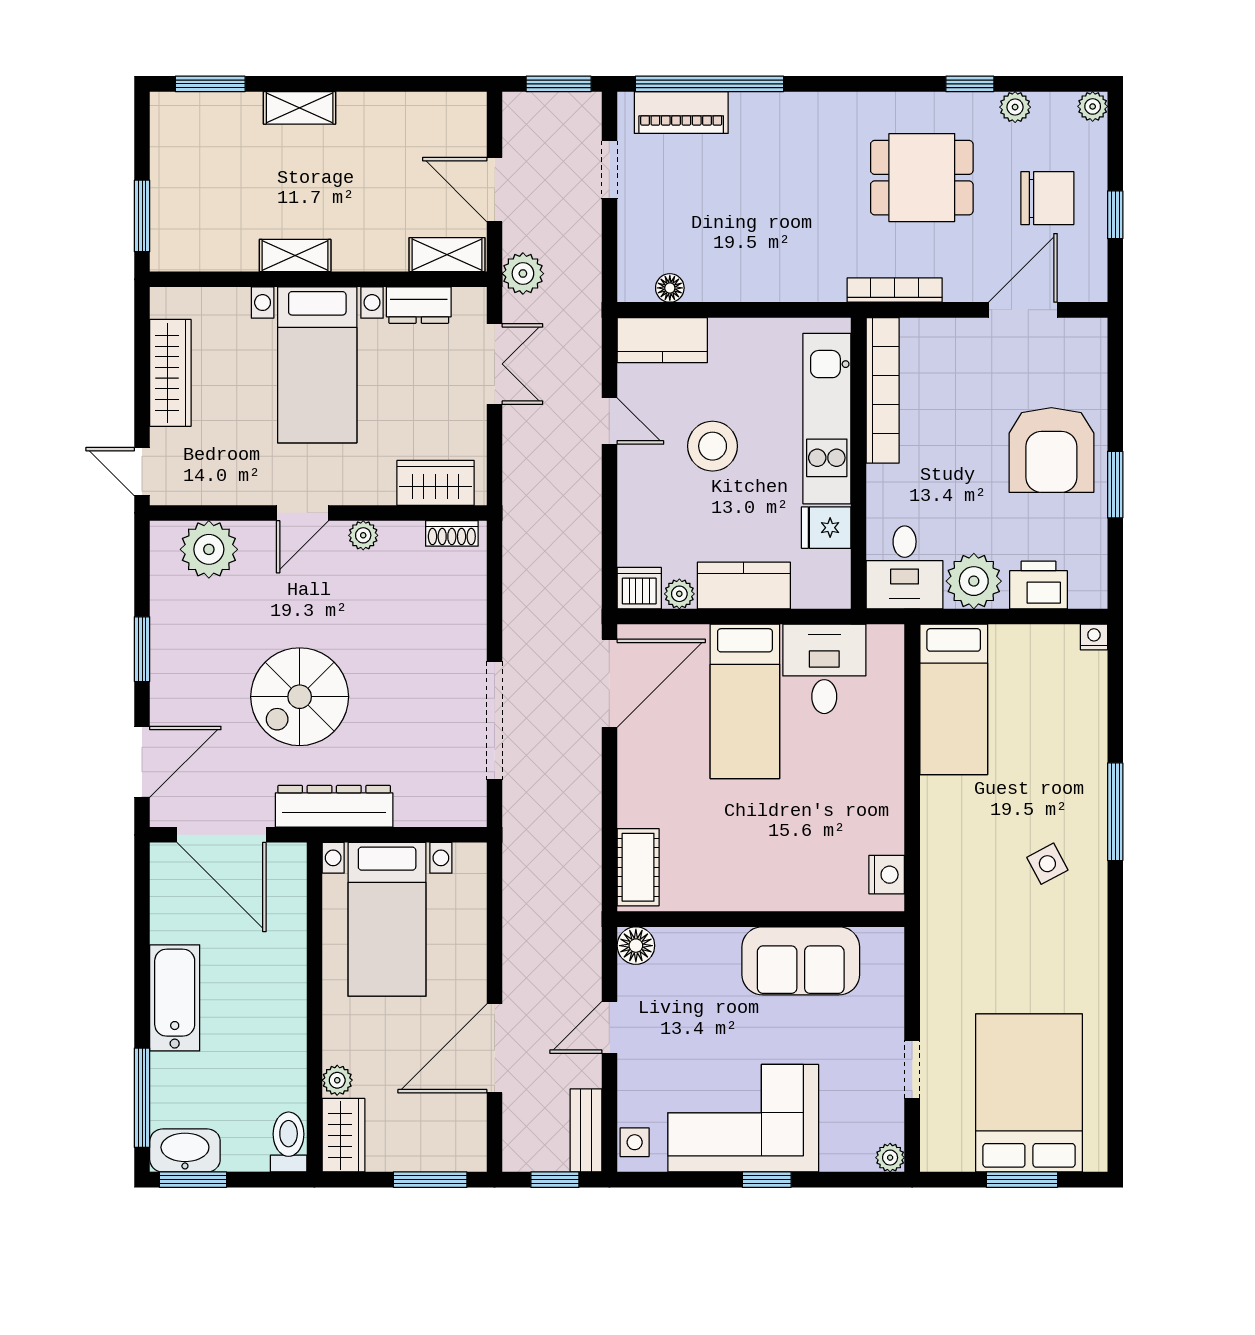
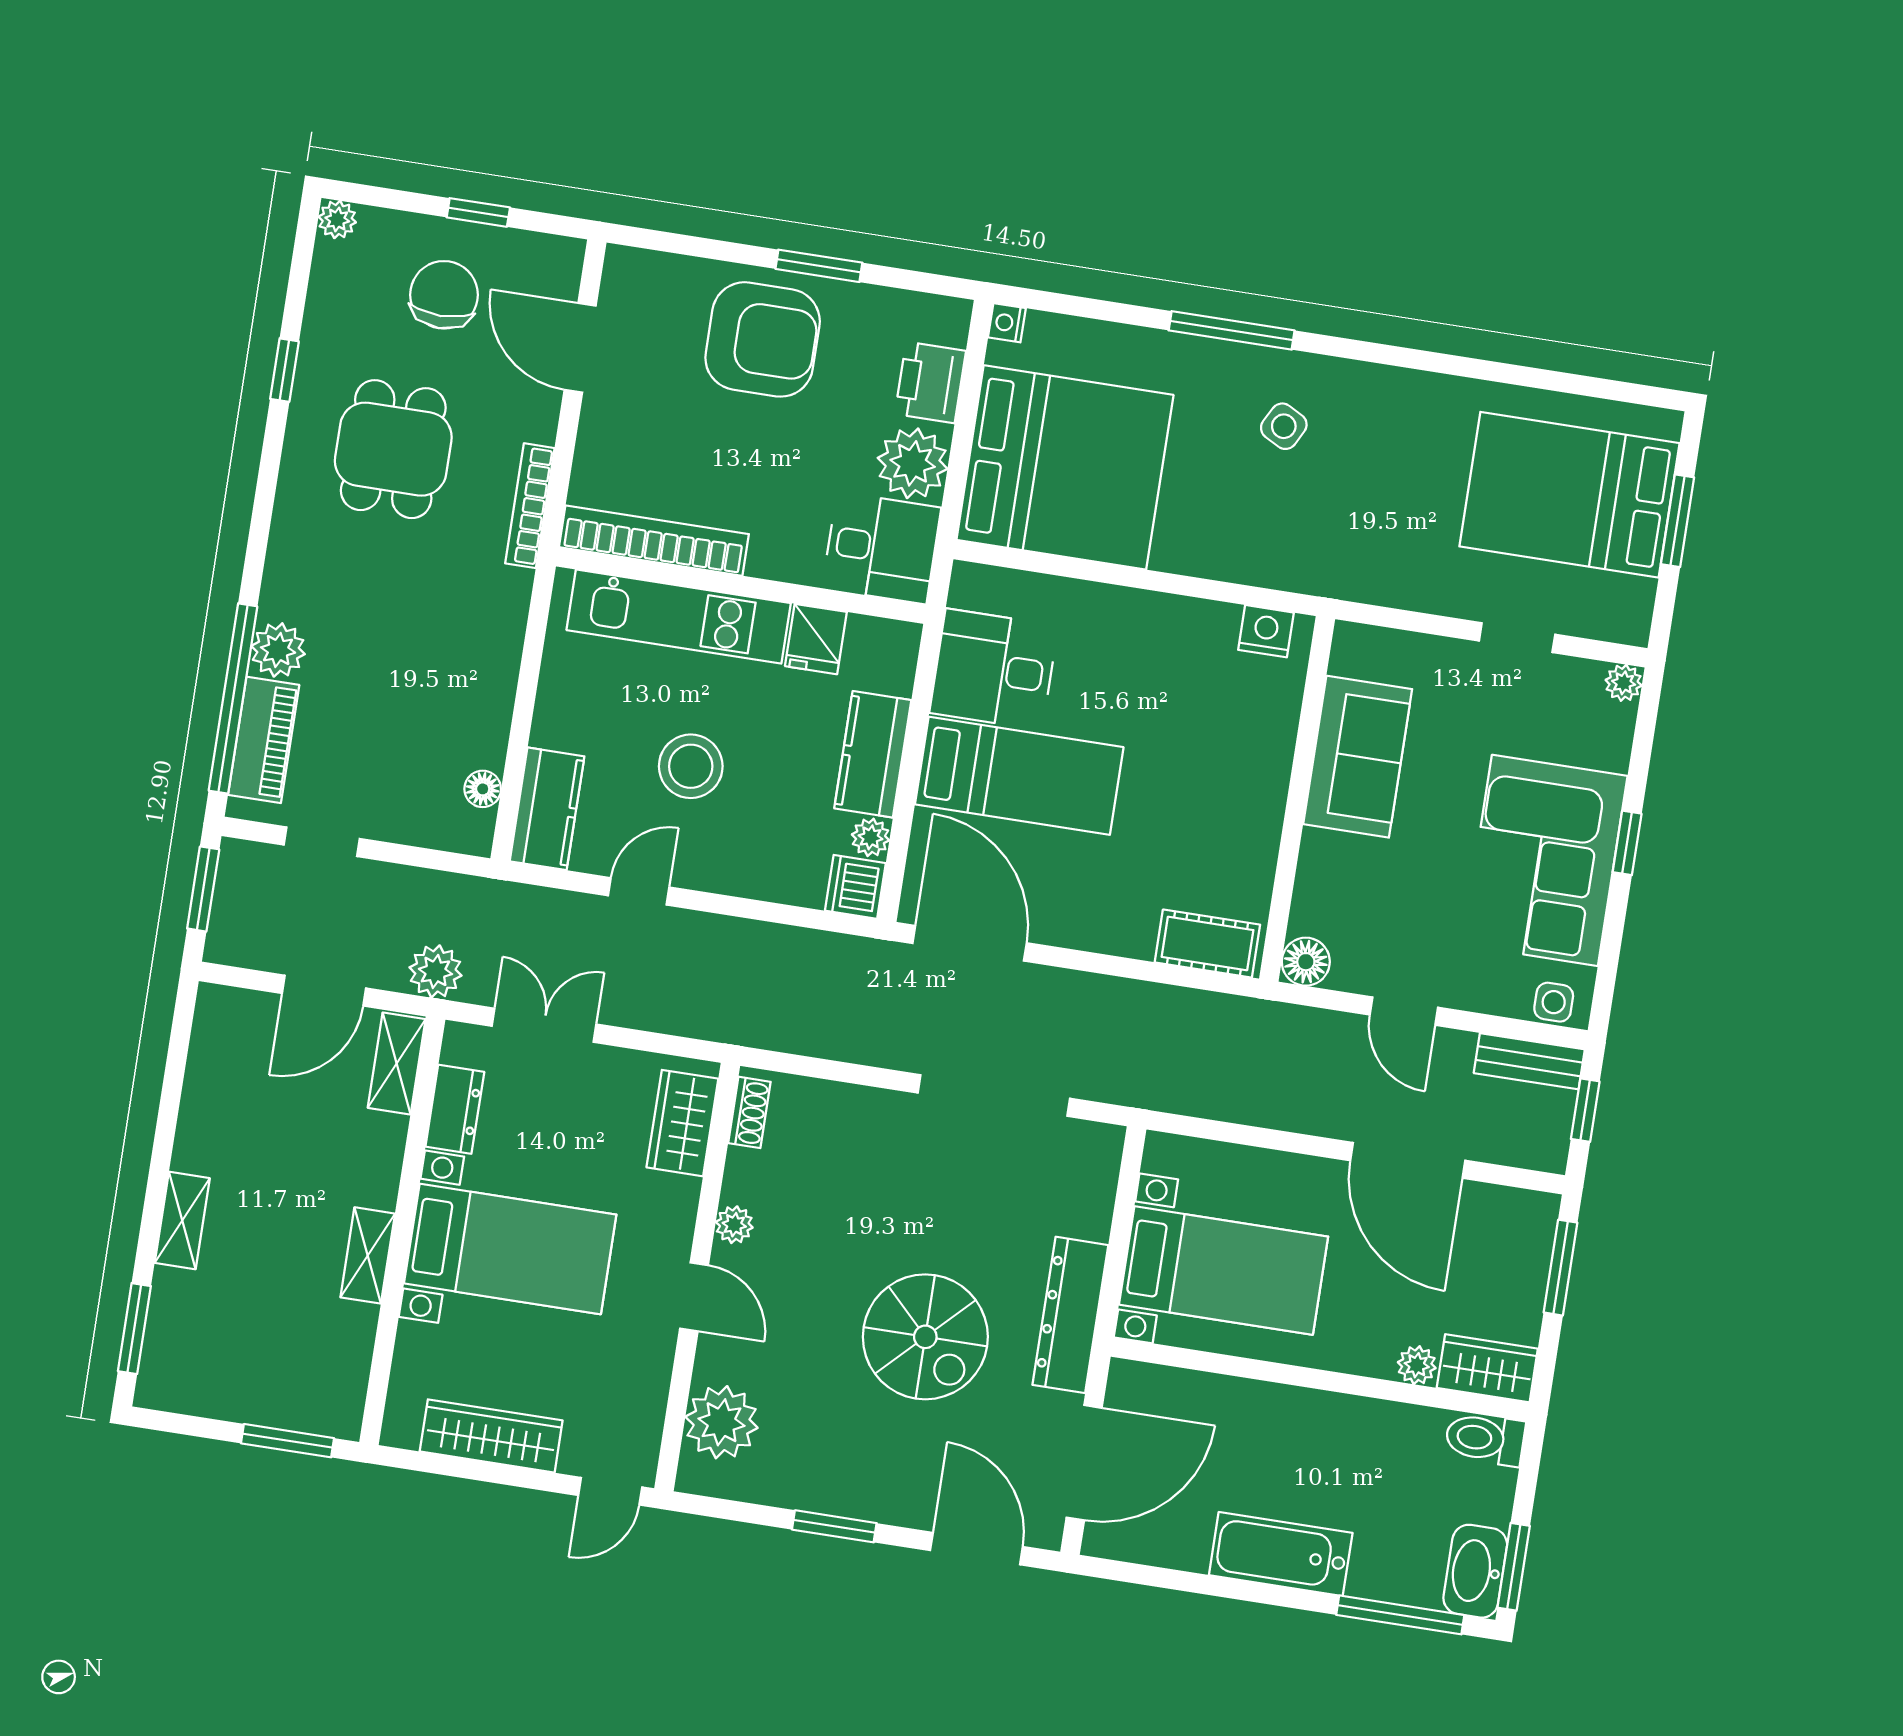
plant: (1015, 107) -> (278, 650), moved, width x1.38, depth x1.38
bed: (954, 699) -> (1065, 467), width x2.04
side table: (1047, 864) -> (1284, 426), turned -34

